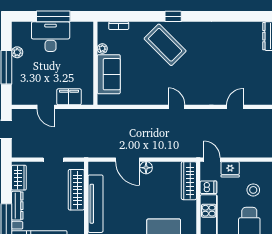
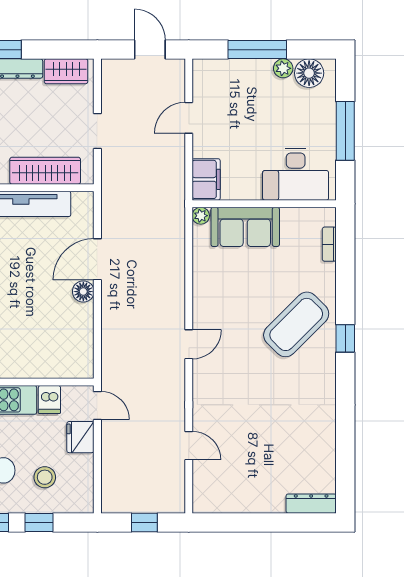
floor lamp: (20, 37) -> (309, 73), added
desk: (51, 37) -> (296, 174), moved, turned 90
plant: (102, 49) -> (201, 216), moved
filing cabinet: (69, 97) -> (206, 179), moved
door: (212, 160) -> (97, 406), hinge flipped
wardrobe: (189, 181) -> (61, 366), removed

